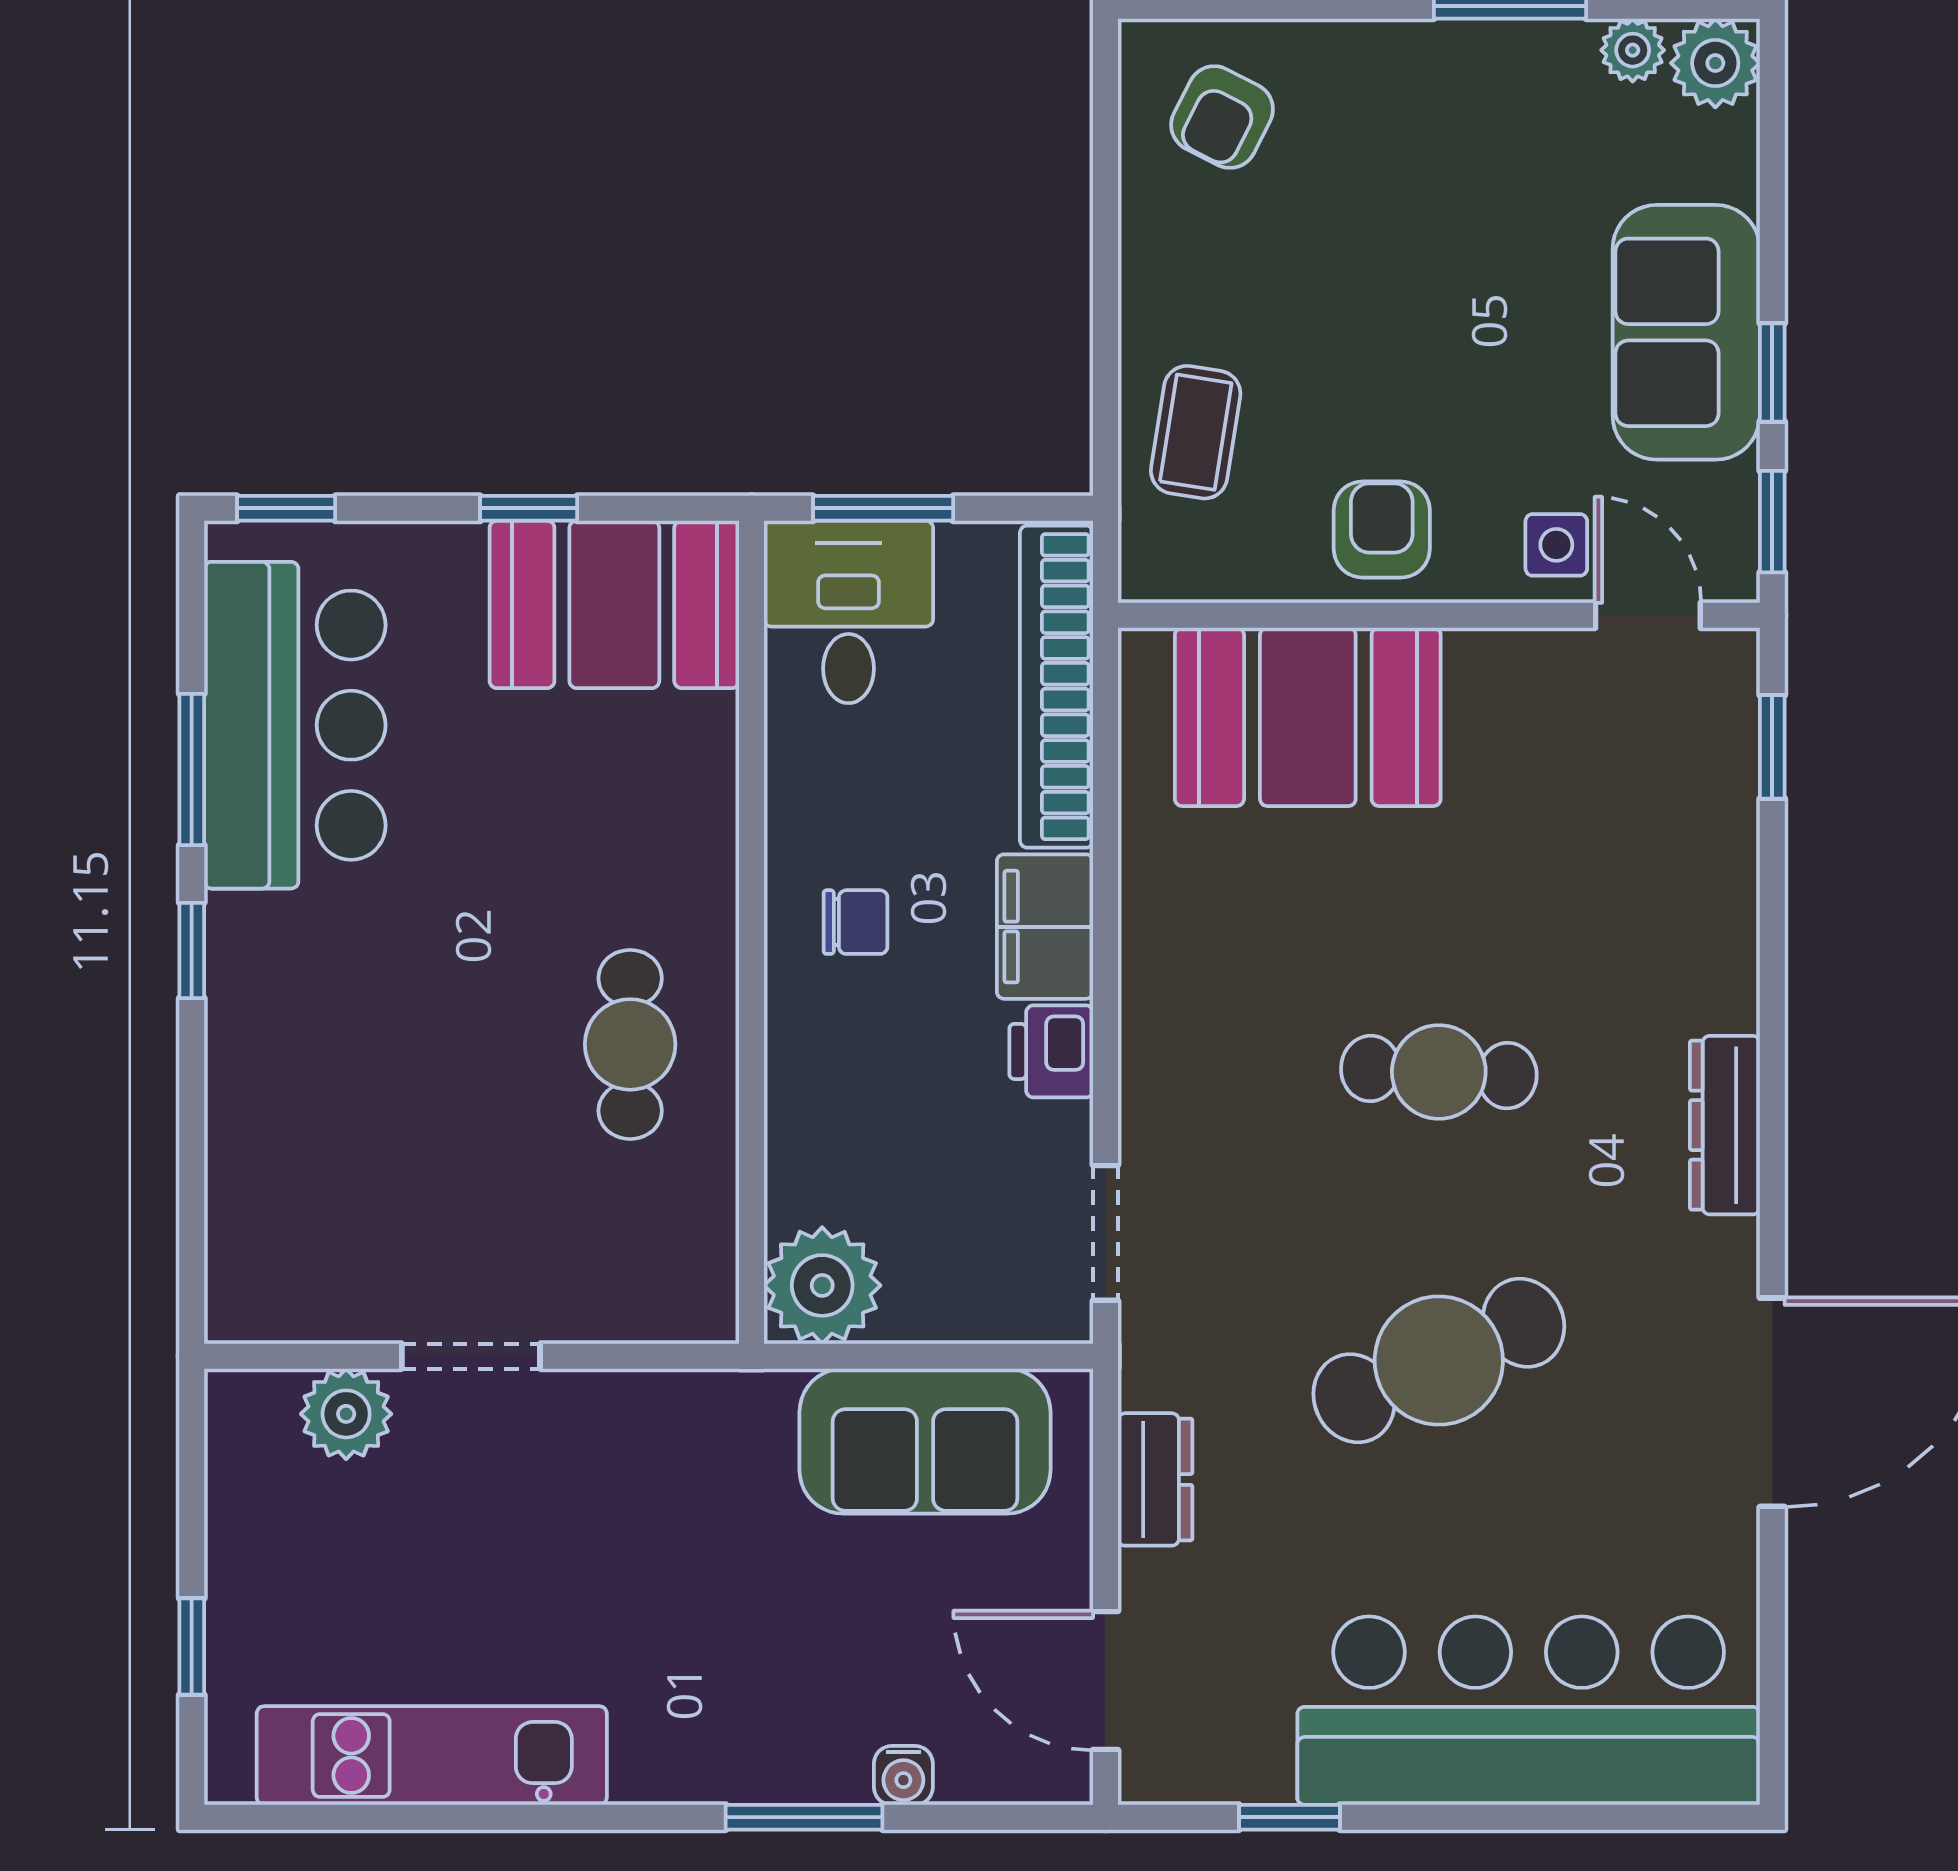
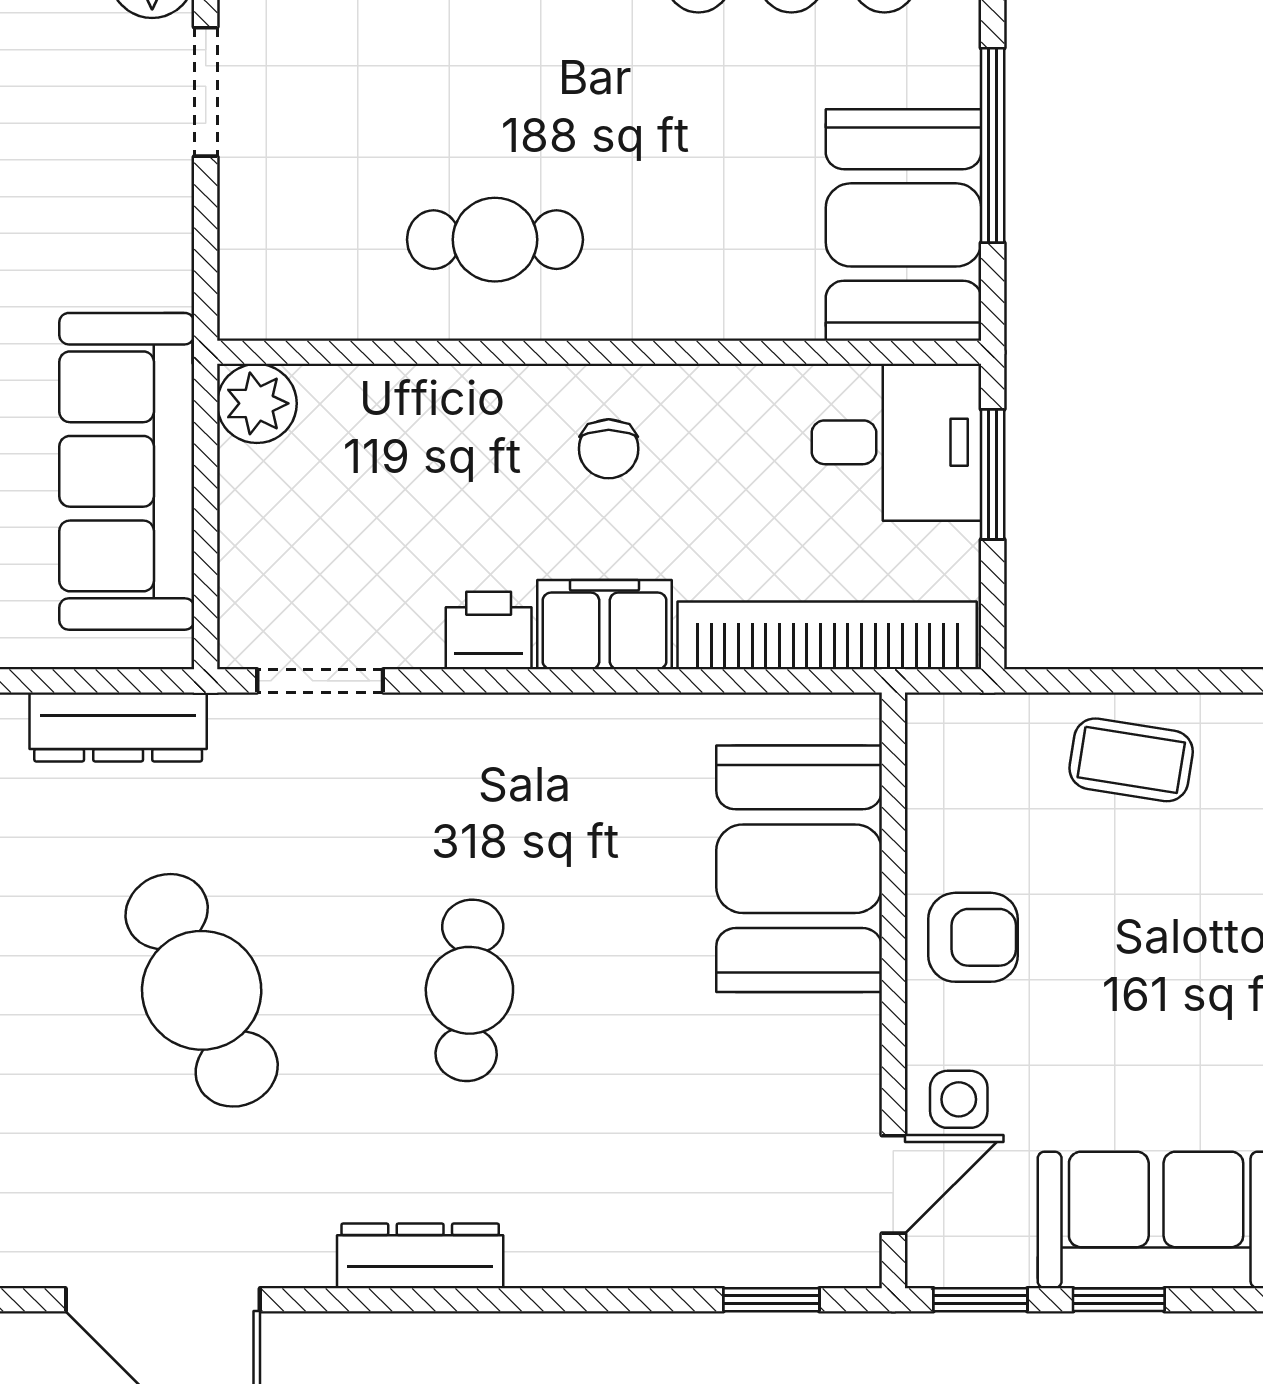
coffee table: (1196, 432) -> (1131, 760), moved
window: (529, 508) -> (993, 145), width x2.17
plant: (822, 1285) -> (257, 403), width x0.73, depth x0.73
sofa: (925, 1441) -> (127, 471), width x1.36
dresser: (1155, 1479) -> (118, 727), width x1.44

